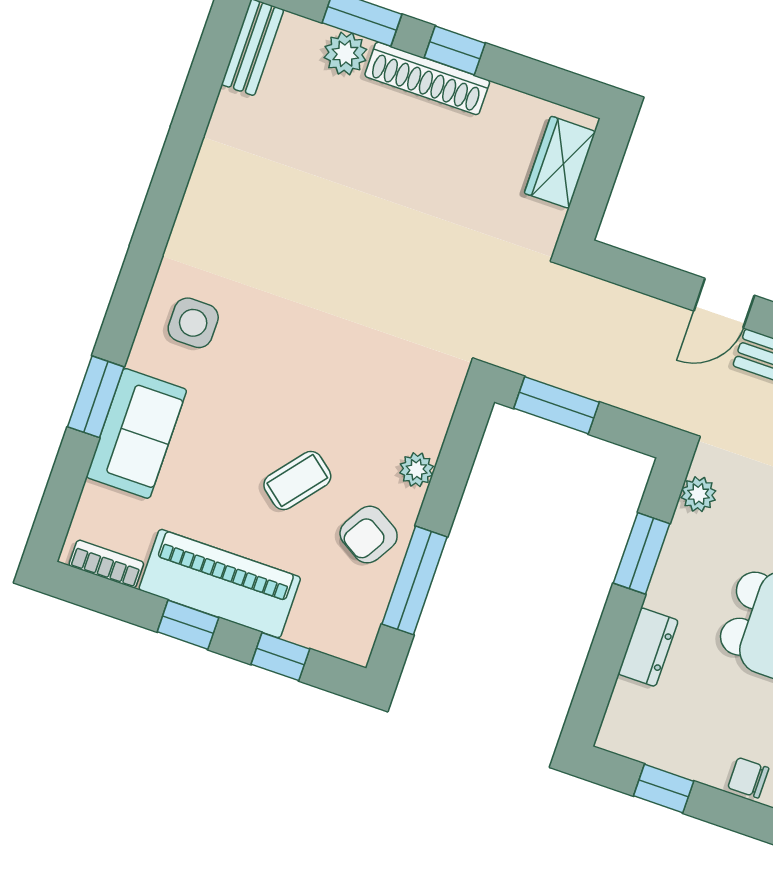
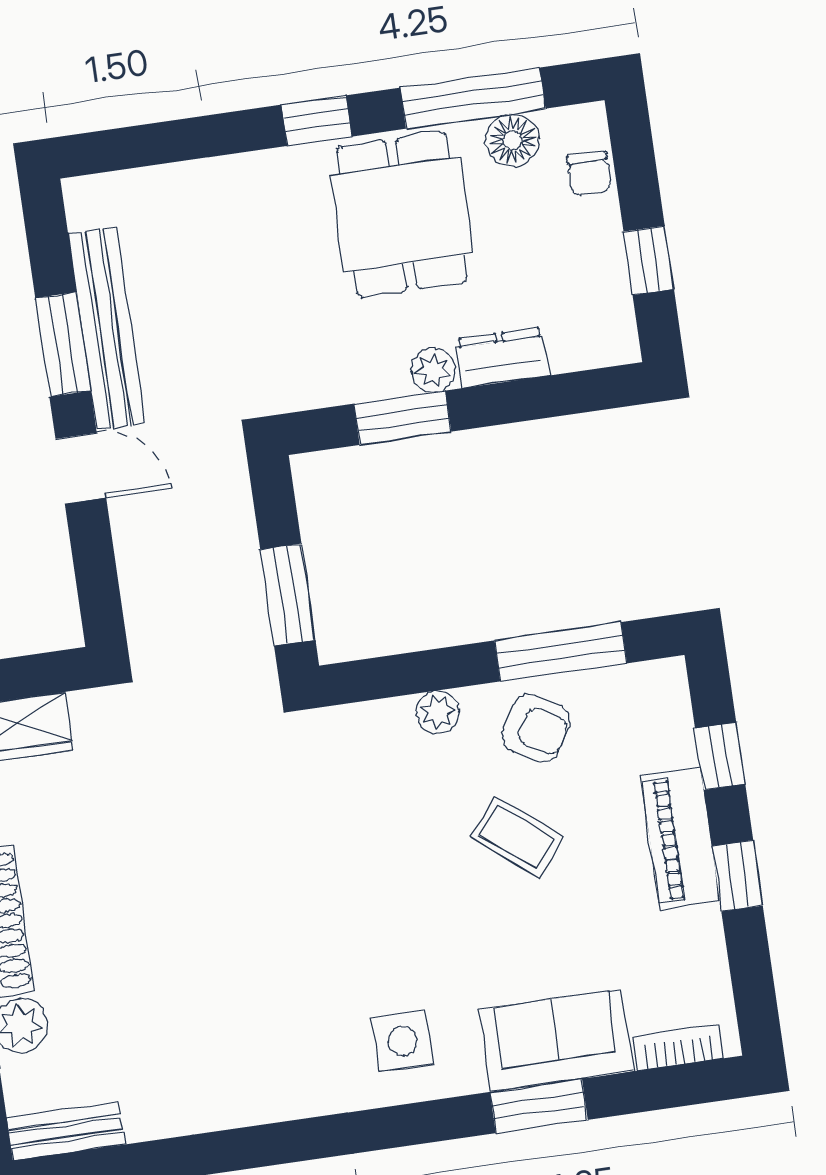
plant: (698, 494) -> (433, 370), moved
bookcase: (106, 564) -> (678, 1047), moved, turned 90
piano: (220, 584) -> (680, 838), width x0.73, depth x0.75

